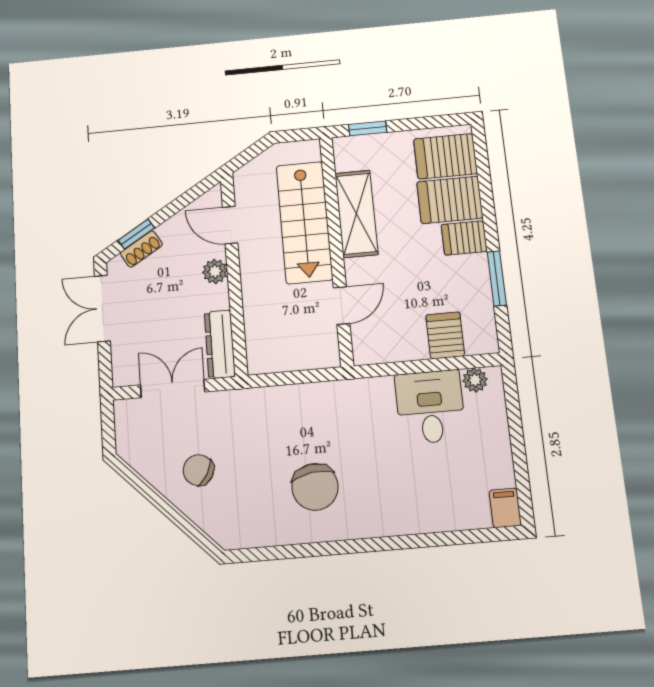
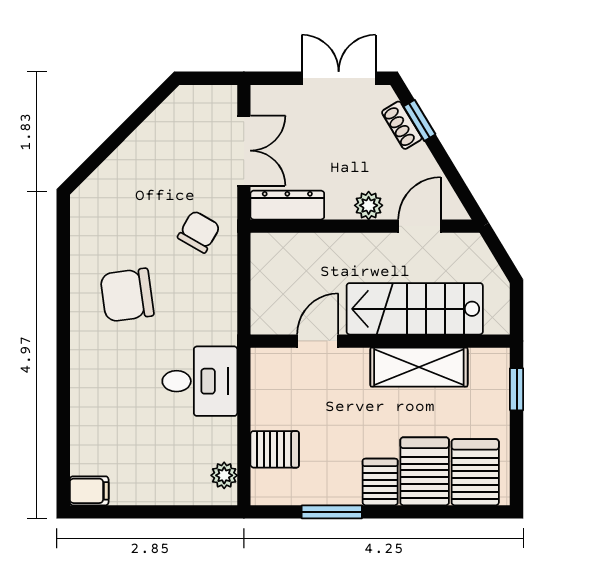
door: (342, 306) -> (318, 341), swing flipped
desk: (430, 407) -> (200, 381), moved
chair: (198, 470) -> (199, 232), moved

